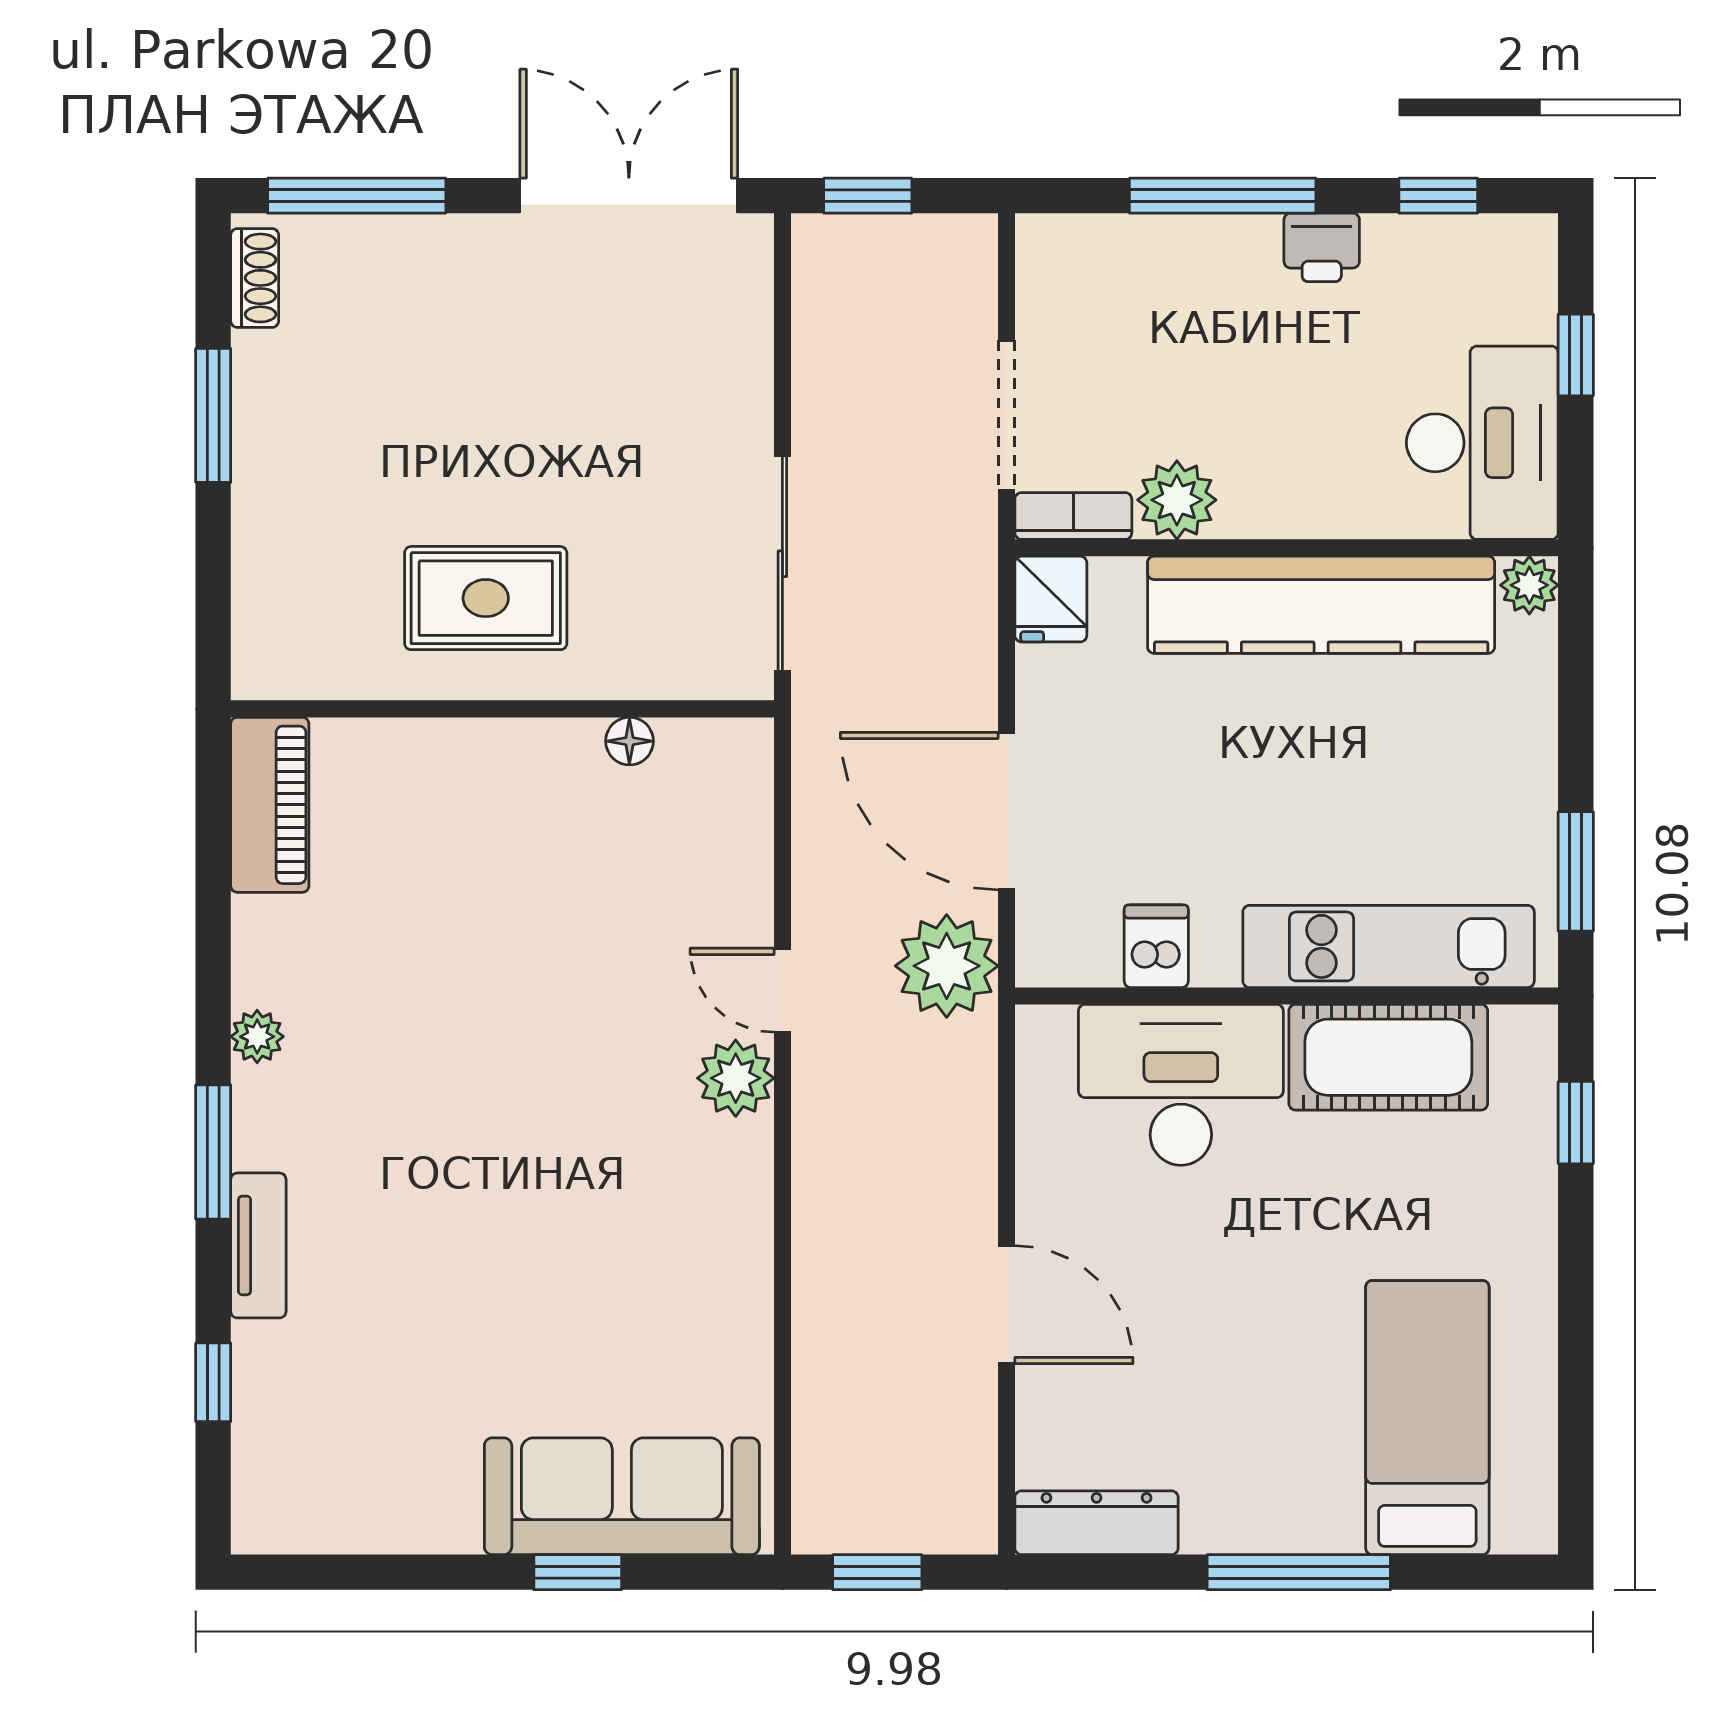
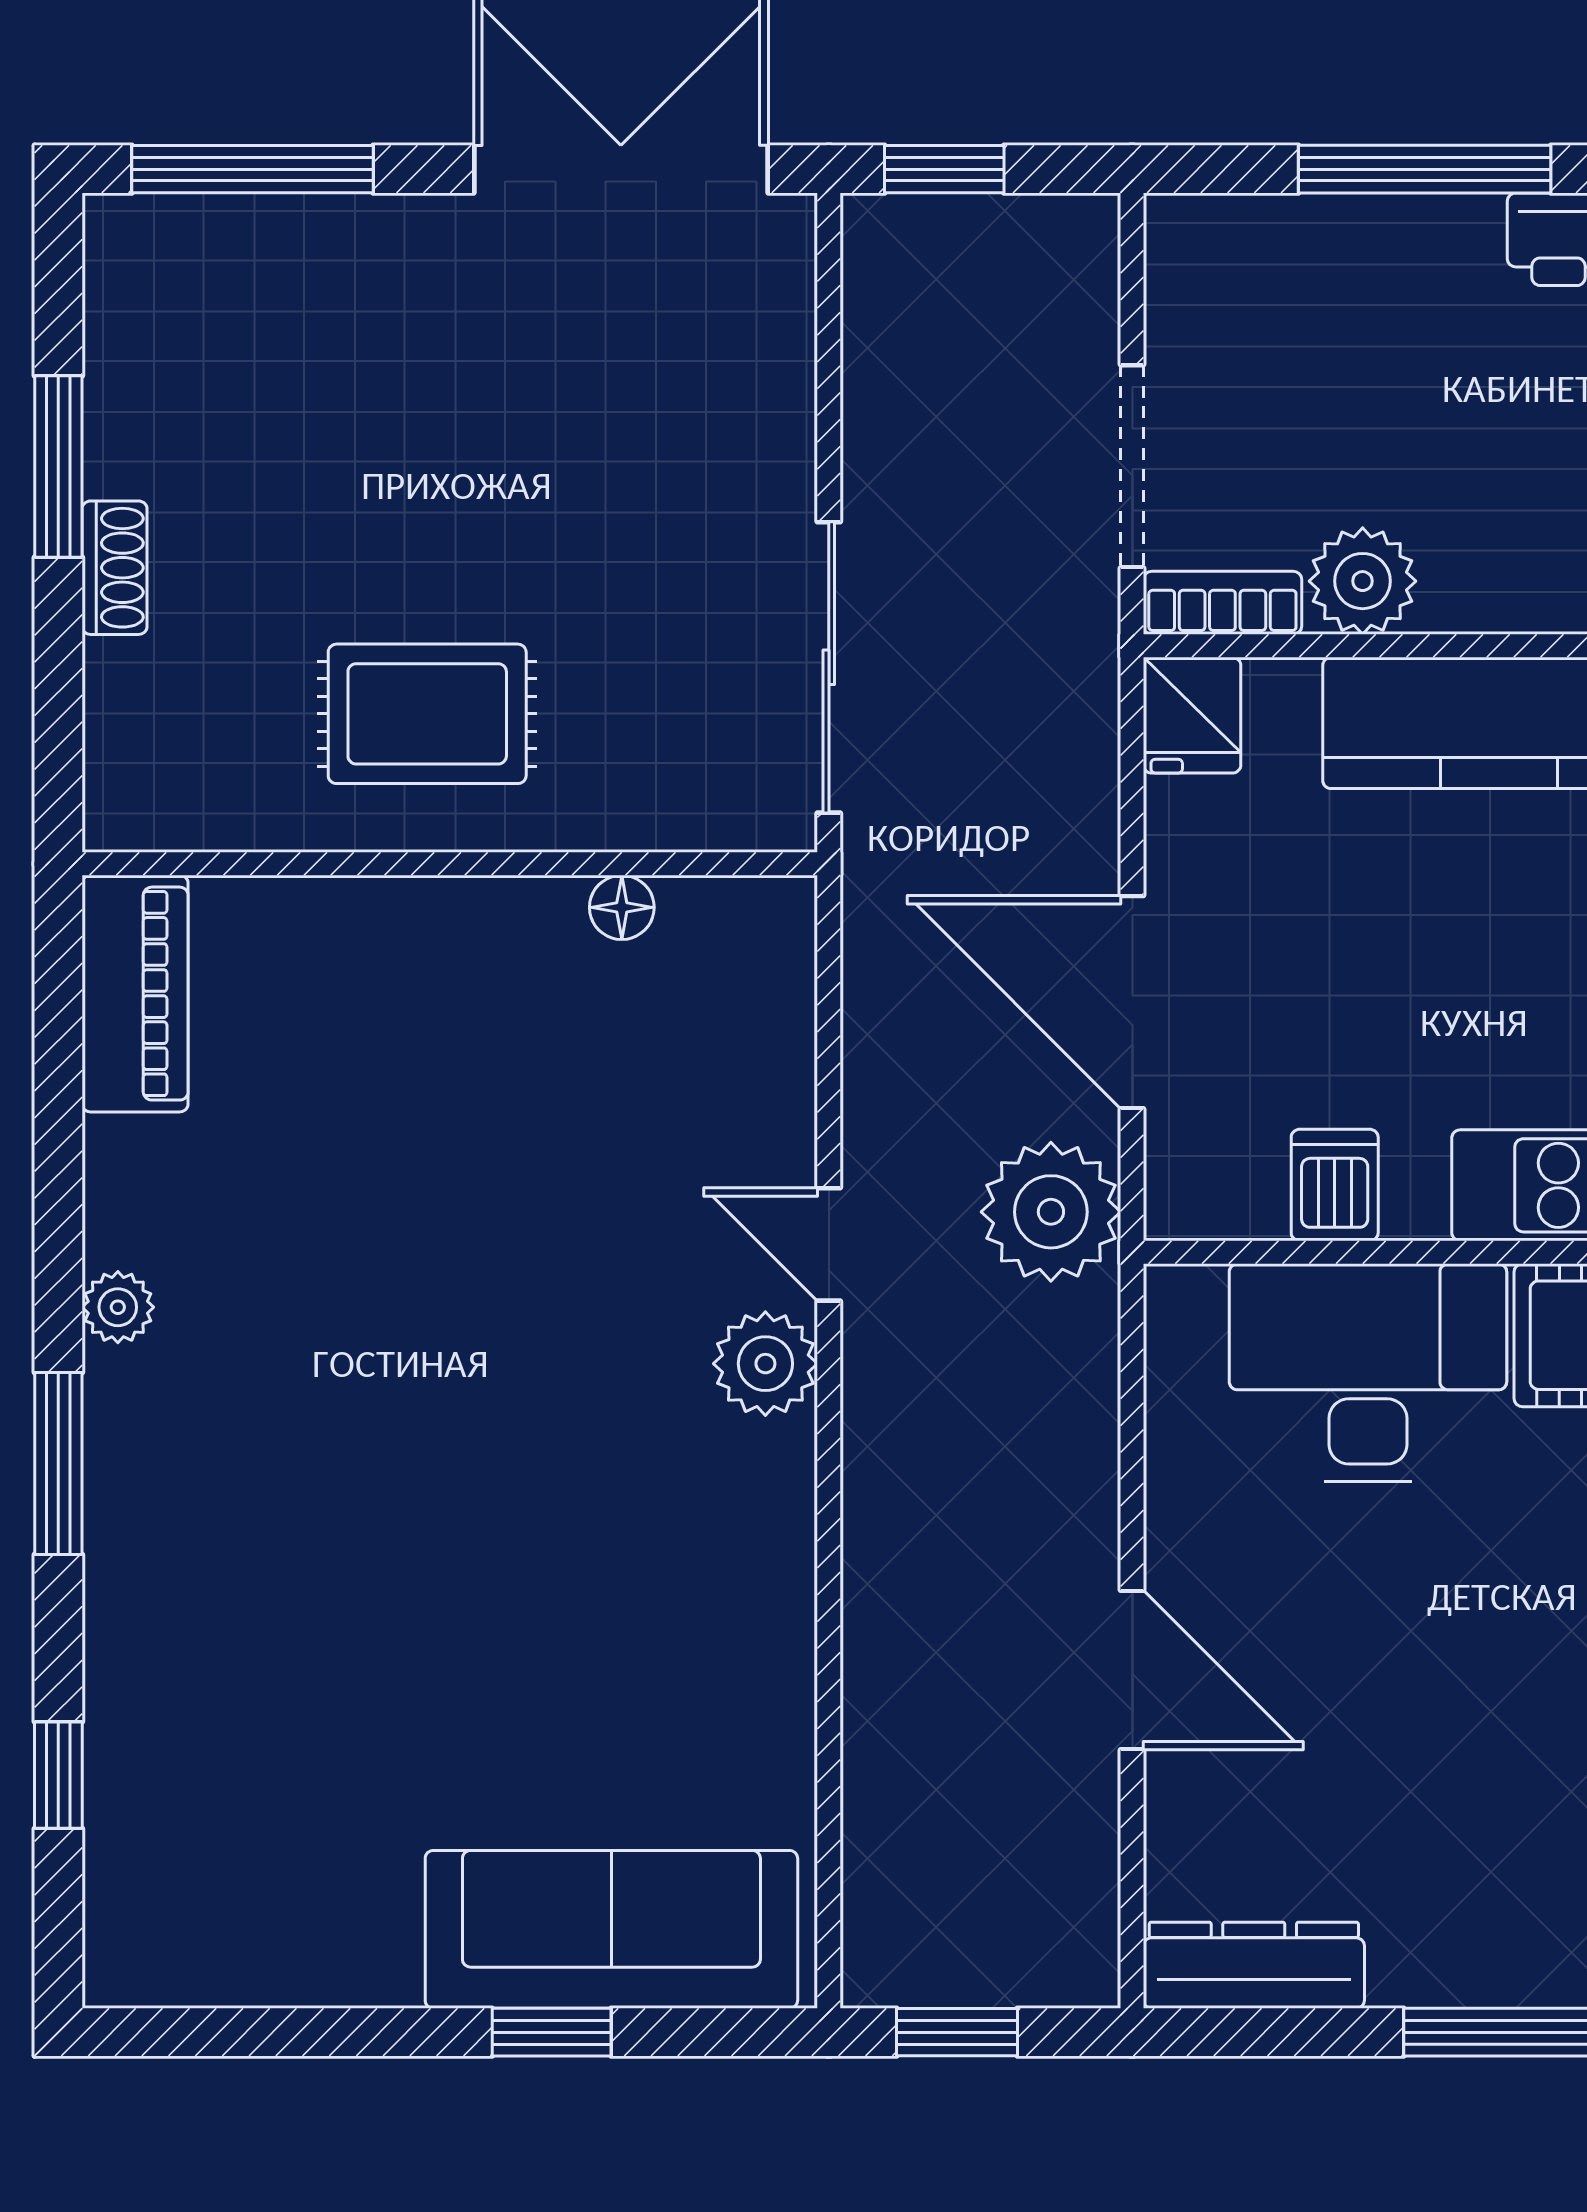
shoe rack: (255, 278) -> (115, 568), moved
tv unit: (258, 1245) -> (120, 1590), removed

